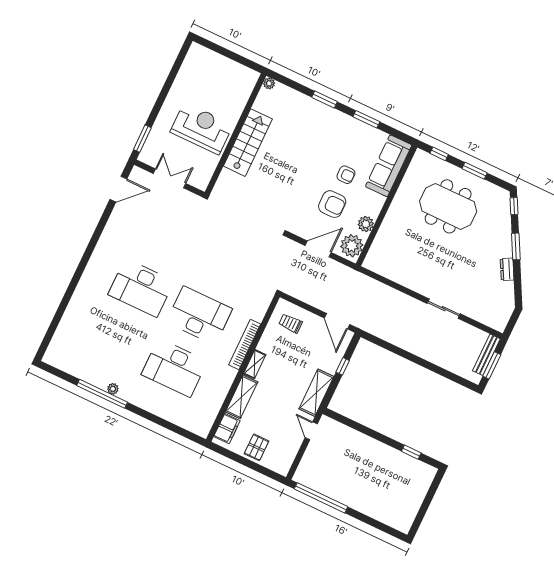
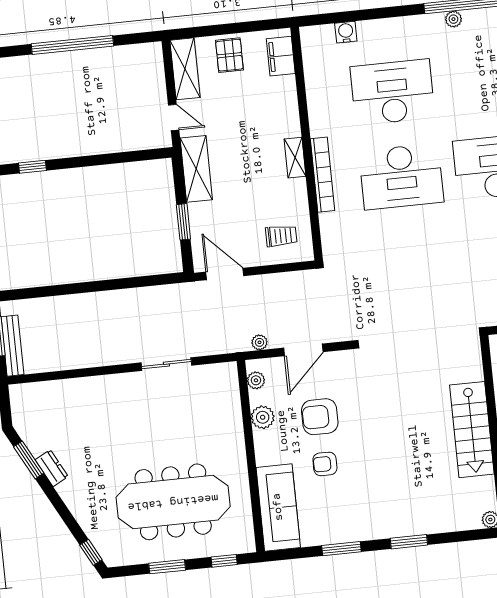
meeting table: (448, 206) -> (173, 502), width x1.36
plant: (352, 246) -> (256, 380), width x0.53, depth x0.53
window: (516, 246) -> (29, 460), moved
plant: (341, 269) -> (259, 342), added
sliding door: (444, 309) -> (166, 364), moved
window: (343, 366) -> (183, 222), width x1.50
shelving: (242, 397) -> (185, 69), moved
water cooler: (180, 419) -> (346, 32), added
window: (321, 498) -> (72, 45), moved

